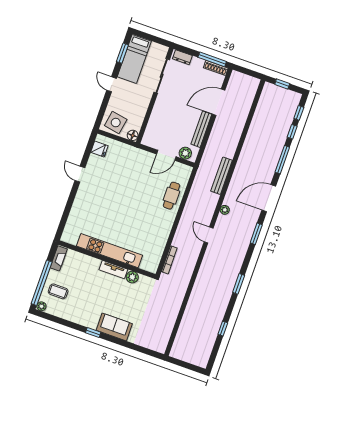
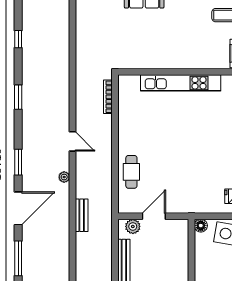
bench: (222, 176) -> (82, 215), width x0.73
tv unit: (113, 270) -> (169, 63), removed
plant: (132, 277) -> (144, 62), removed

